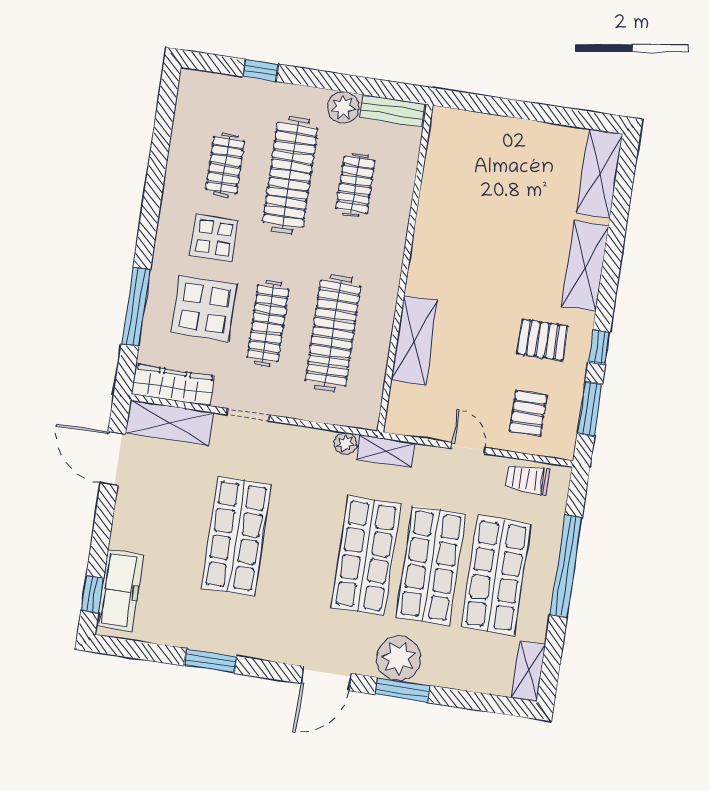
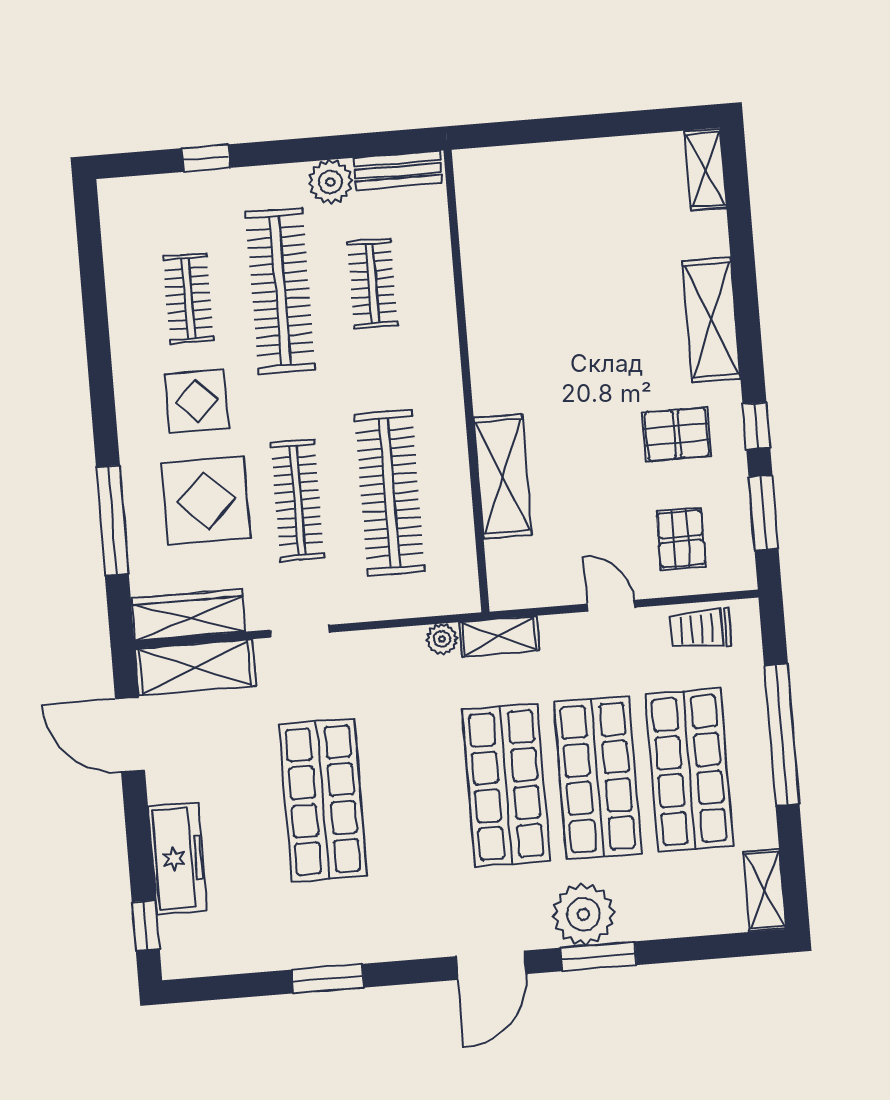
shelving: (600, 174) -> (705, 170), width x0.67, depth x0.75
freezer: (120, 590) -> (177, 859), moved

